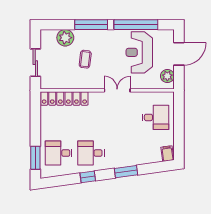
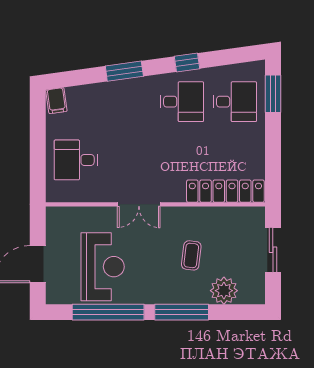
plant: (167, 76) -> (57, 228), removed

